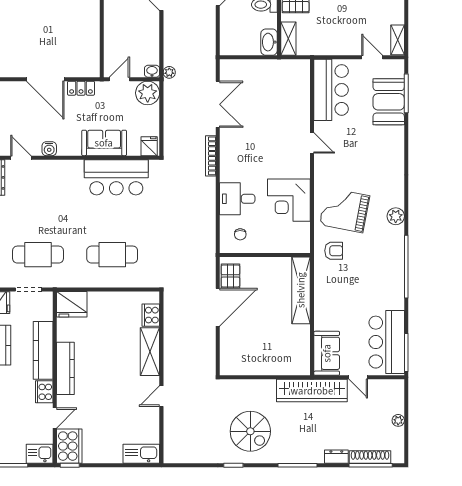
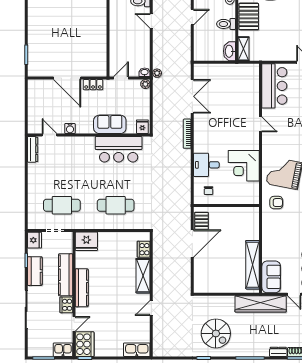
plant: (148, 93) -> (145, 84), width x0.53, depth x0.53
shelving: (301, 290) -> (253, 265), moved

